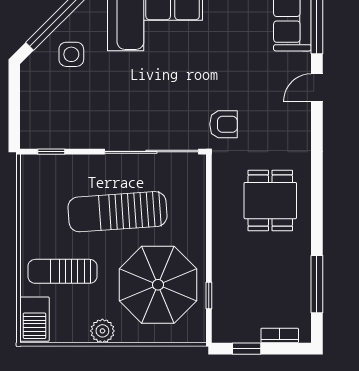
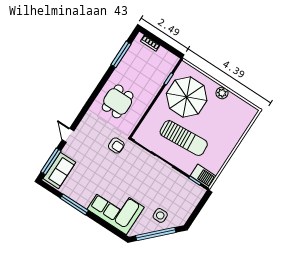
door: (317, 88) -> (68, 135), swing flipped
armchair: (224, 124) -> (116, 145), turned 180
sun lounger: (62, 271) -> (222, 128), removed
barbecue: (34, 319) -> (203, 176), moved, turned 90
window: (247, 349) -> (167, 47), removed

